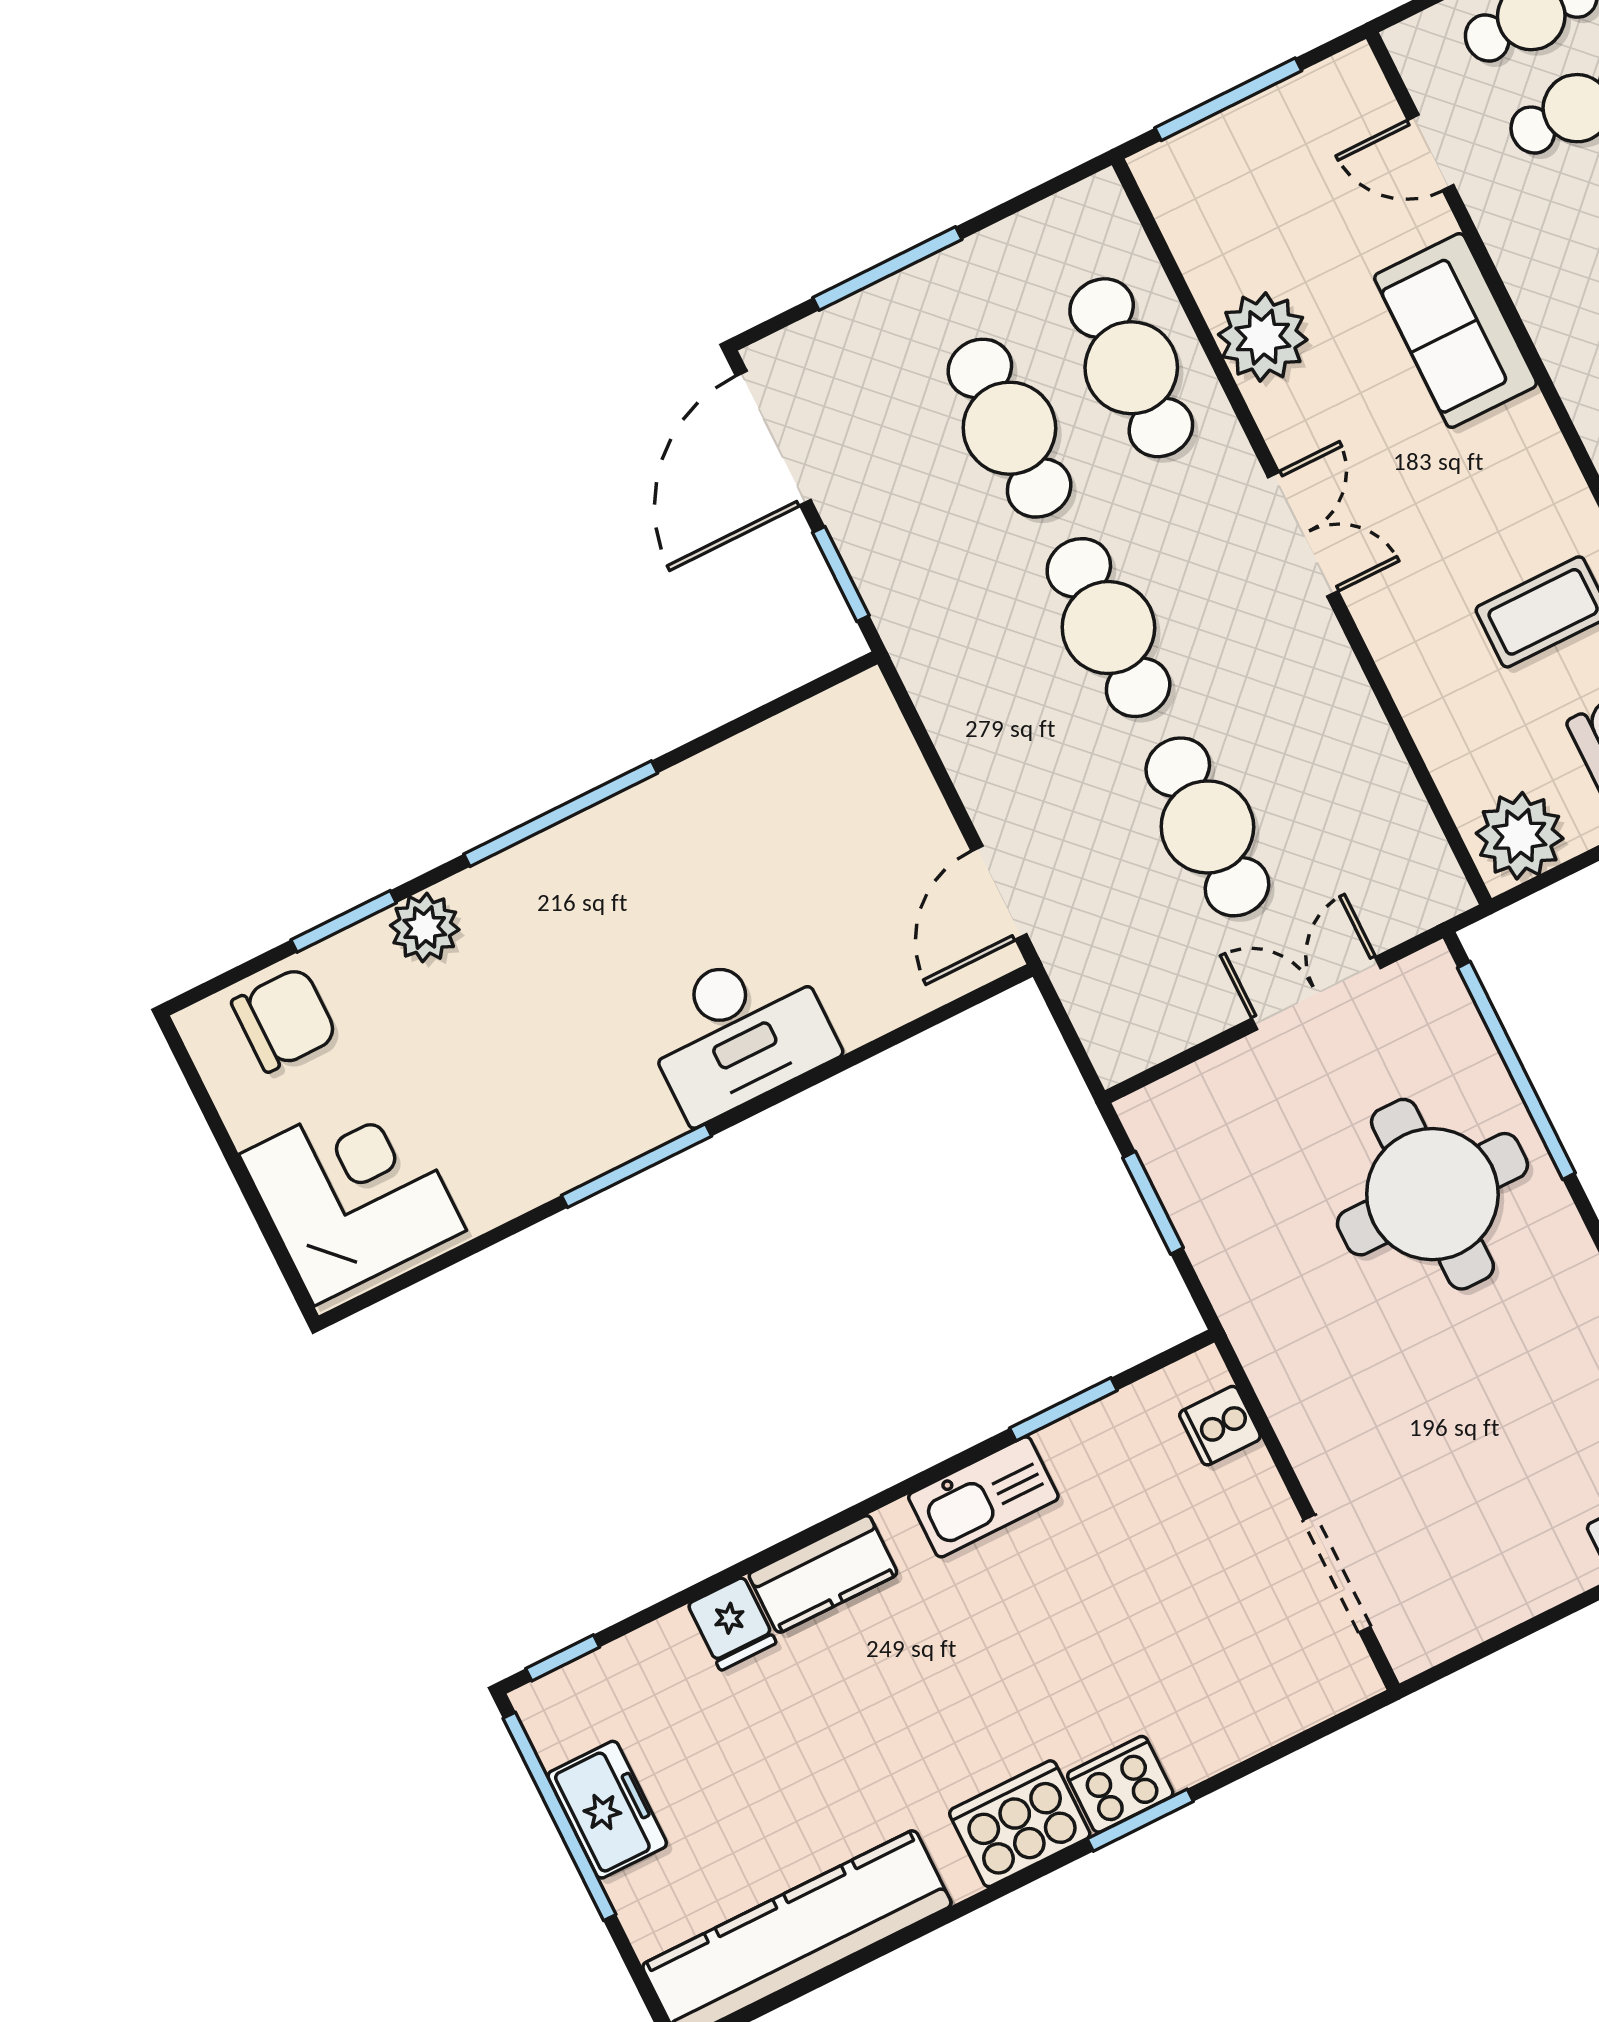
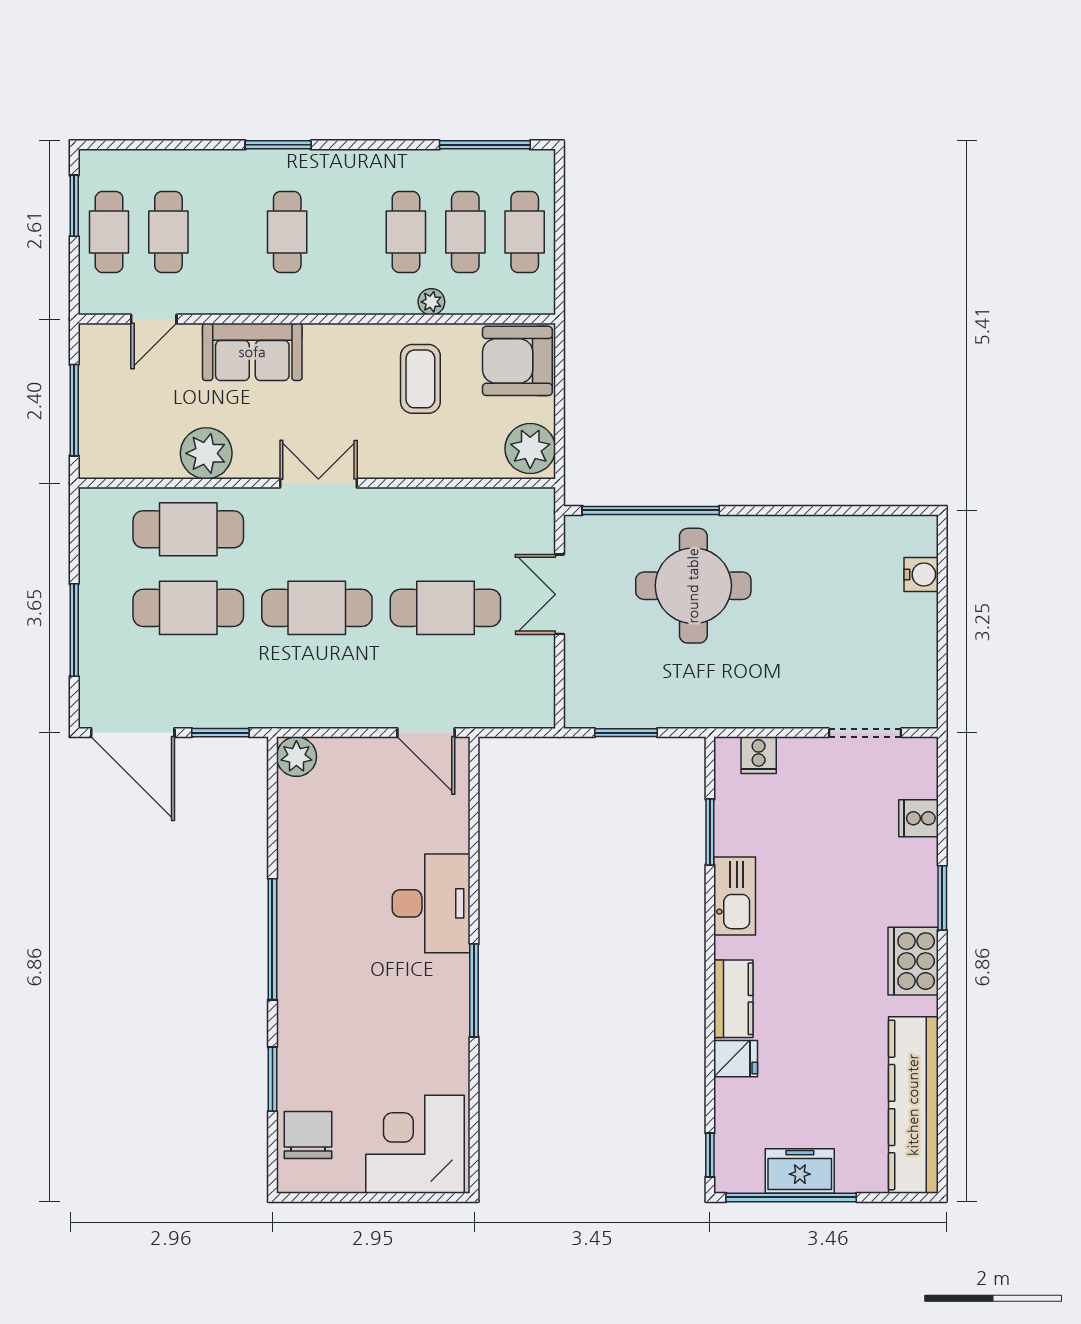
plant: (425, 927) -> (296, 757), moved
cooker: (1120, 1784) -> (919, 818), moved, width x0.73

